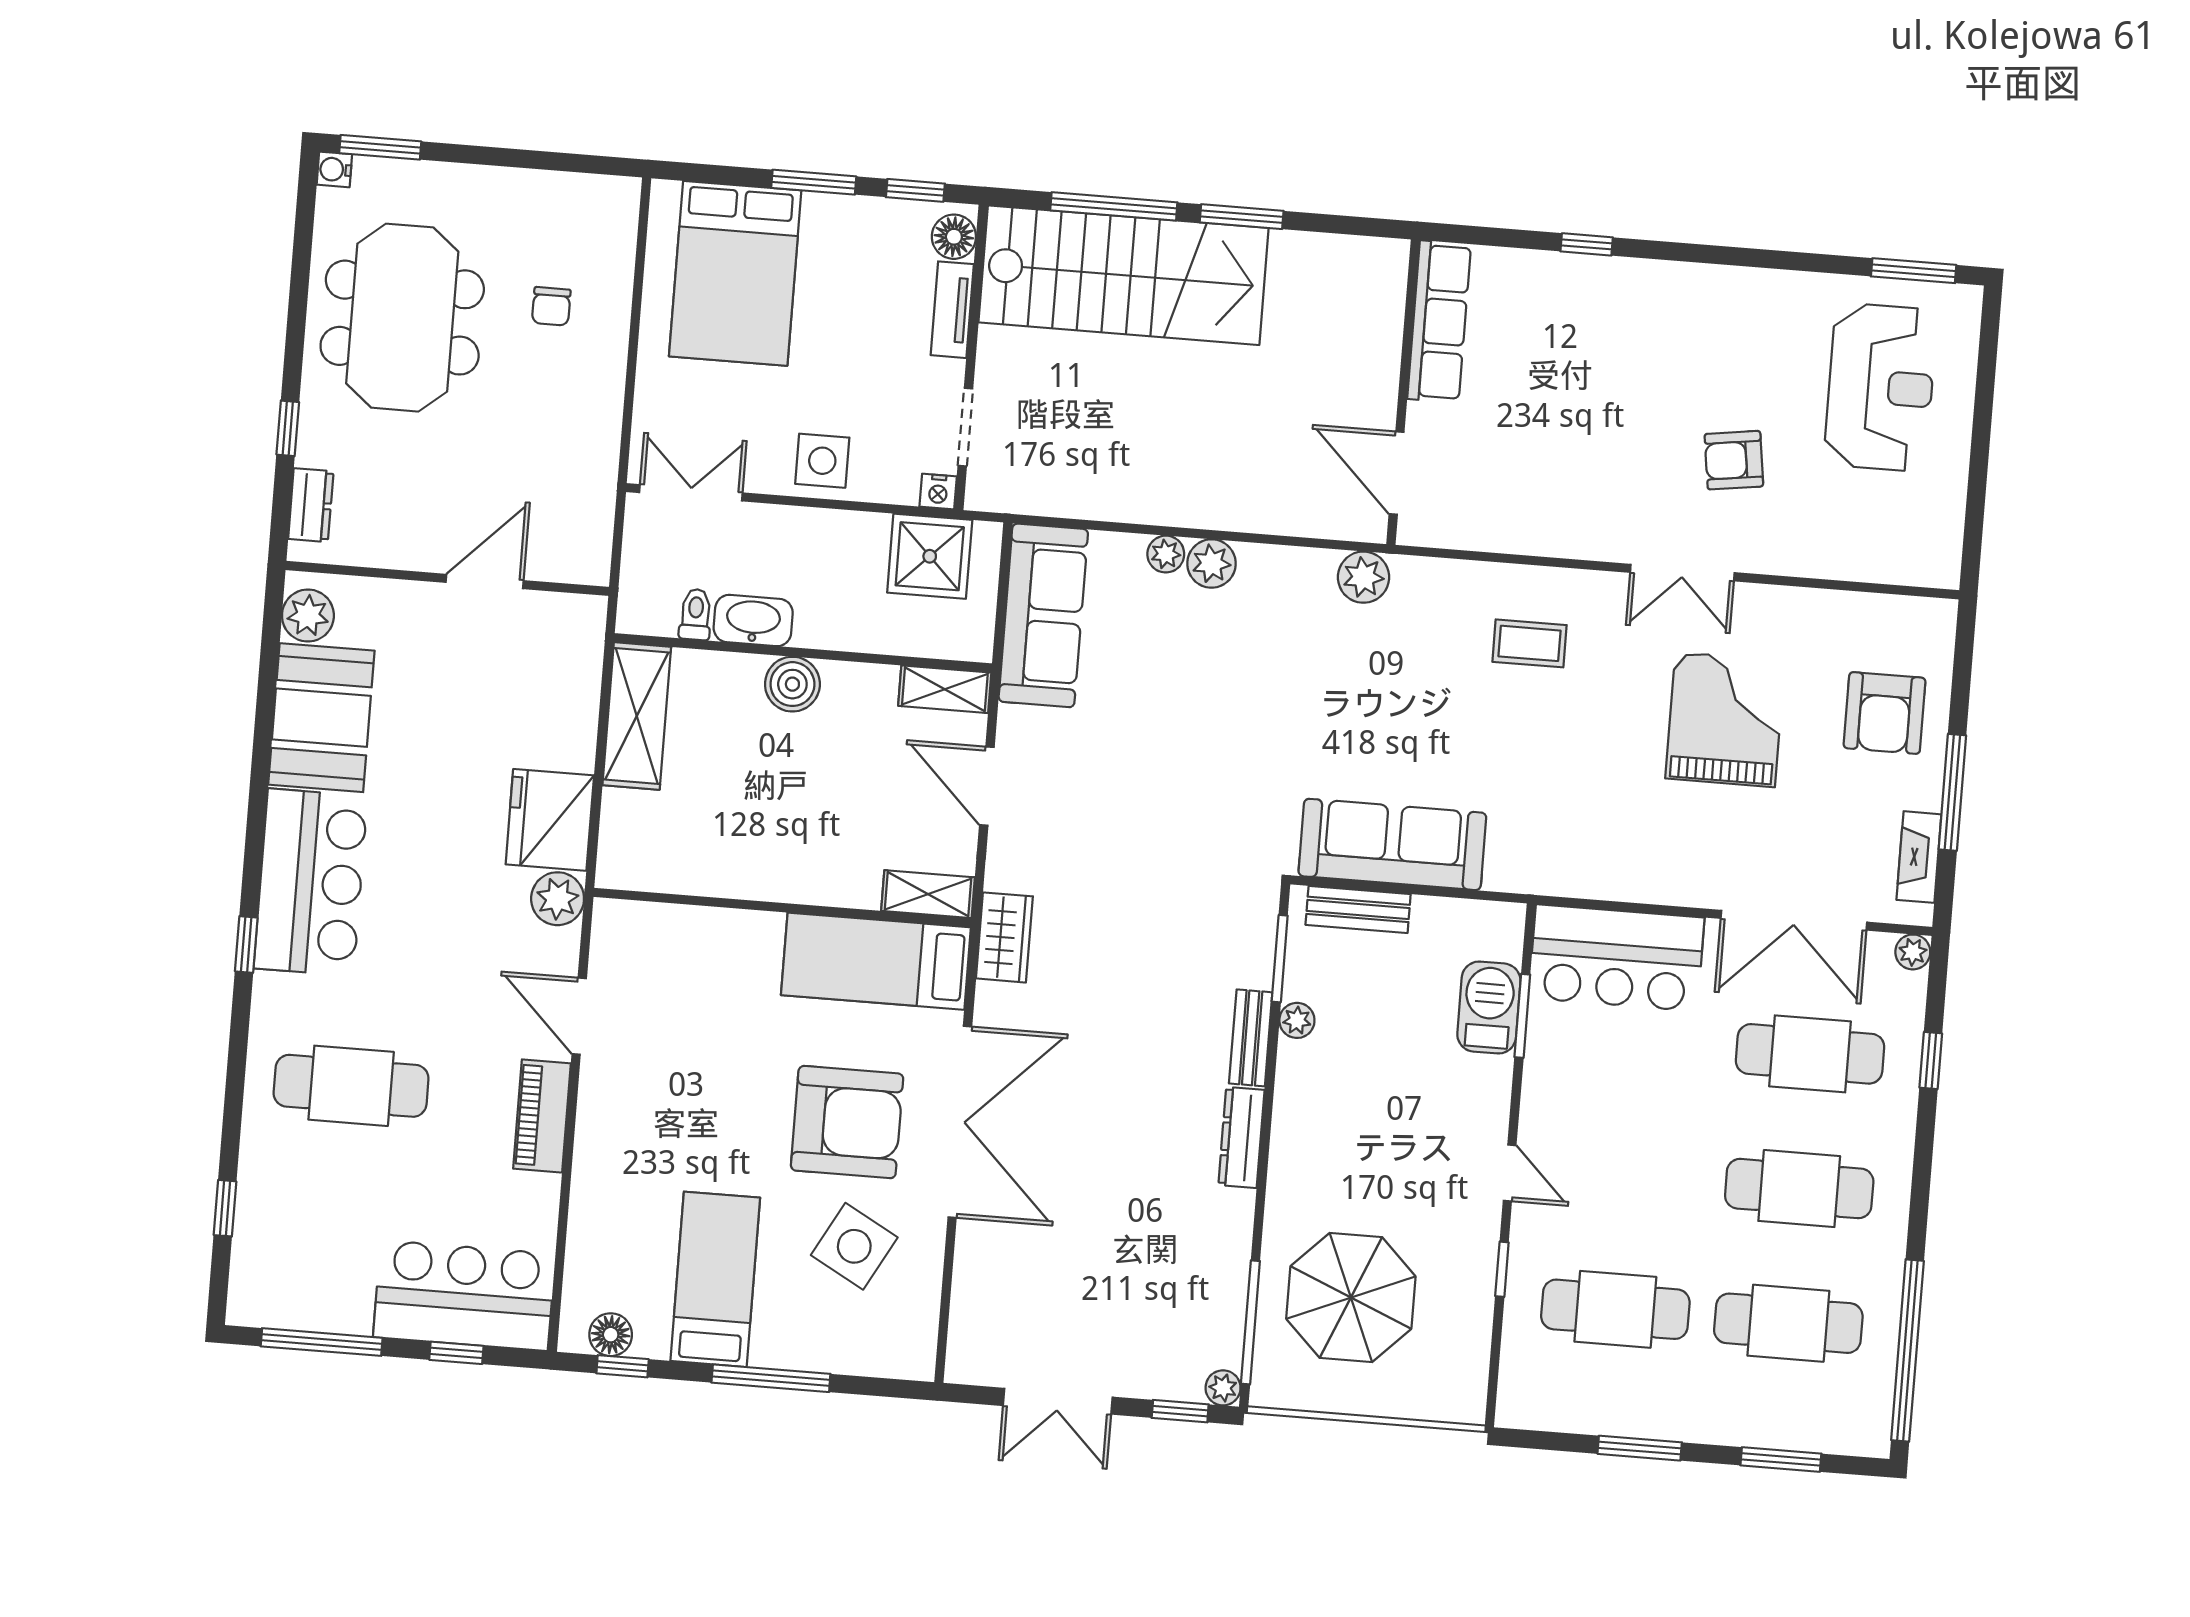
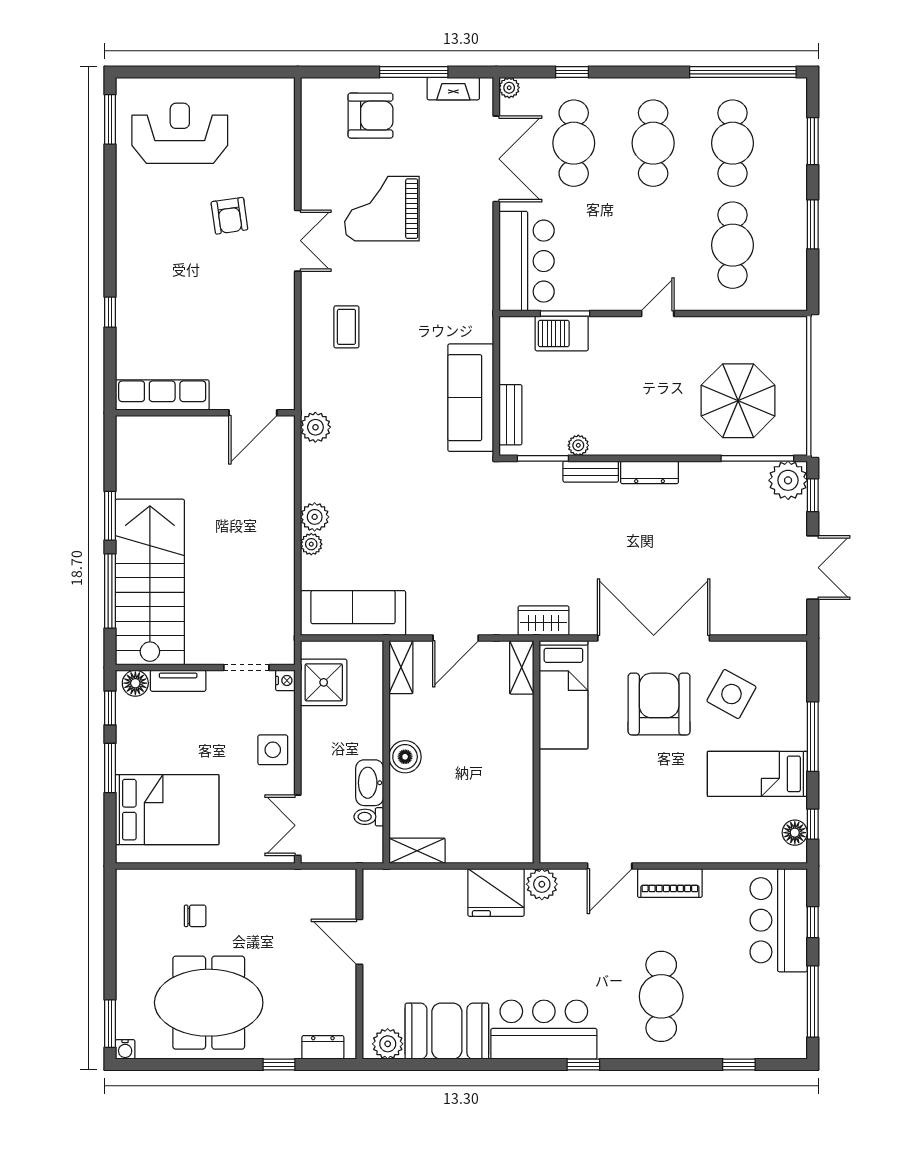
shelving: (637, 716) -> (417, 851), width x0.67, depth x0.75
window: (1502, 1269) -> (714, 313), removed
plant: (1223, 1388) -> (788, 480), width x1.88, depth x1.88

